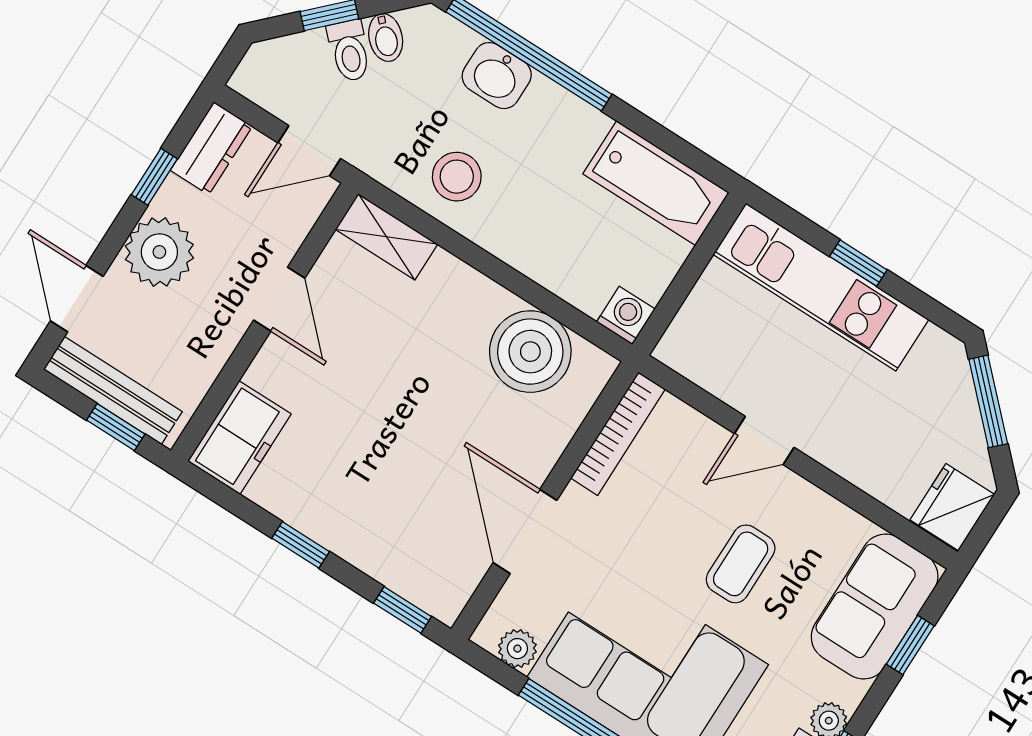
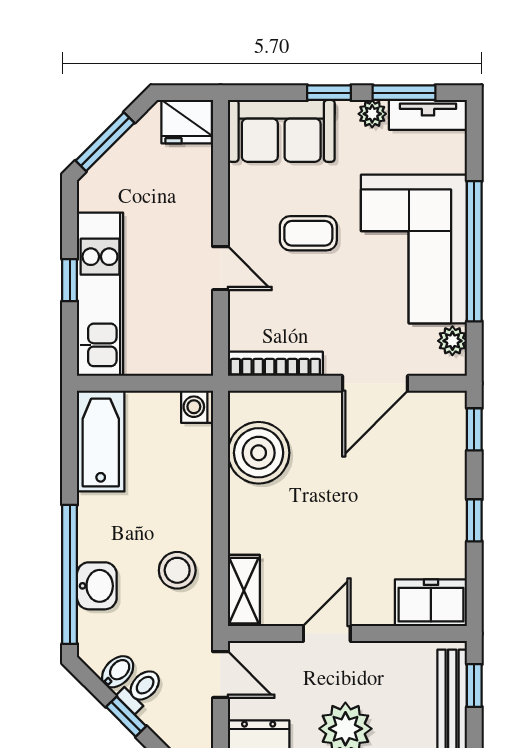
window: (910, 645) -> (329, 93), moved

